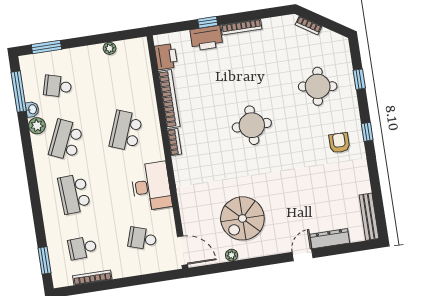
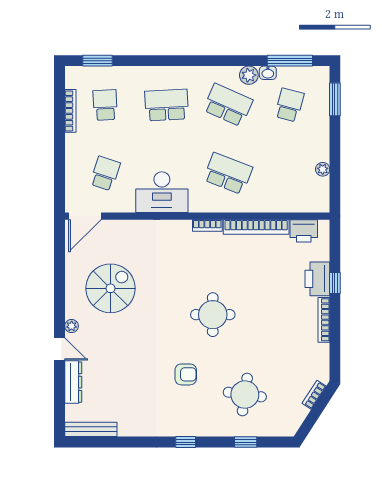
armchair: (339, 143) -> (186, 374), moved
spiral stairs: (242, 218) -> (110, 288), turned 90
plant: (232, 255) -> (72, 326), moved

